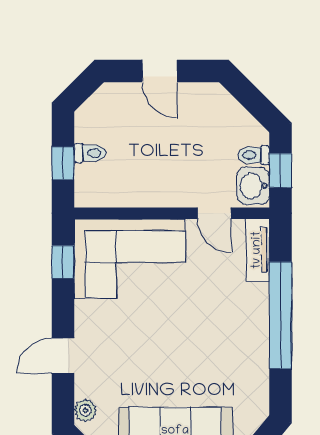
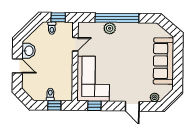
door: (160, 71) -> (17, 66), hinge flipped
washbasin: (253, 186) -> (29, 51), moved, turned -90
tv unit: (257, 250) -> (90, 27), removed
plant: (255, 298) -> (110, 28), added

